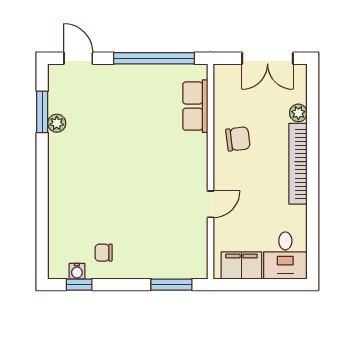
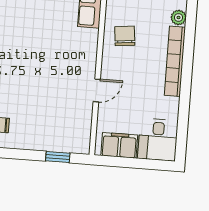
chair: (238, 139) -> (125, 36), turned -89
window: (171, 285) -> (58, 157), width x0.67

